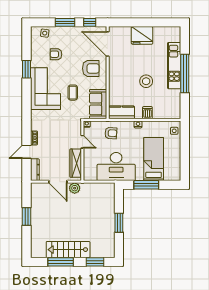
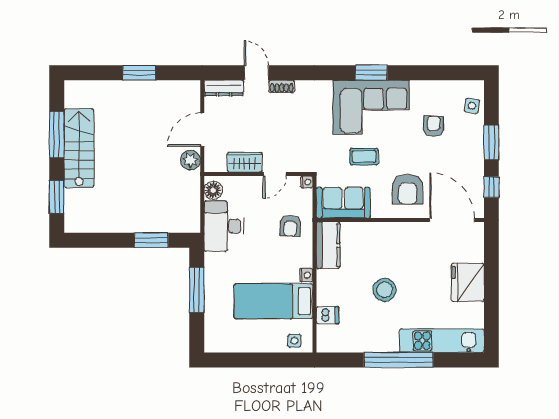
door: (108, 44) -> (452, 220), hinge flipped
kitchen unit: (174, 66) -> (442, 341), moved
window: (26, 69) -> (371, 73), moved
dishwasher: (147, 113) -> (328, 315), moved
bed: (154, 159) -> (273, 301), moved, turned 180
wardrobe: (76, 163) -> (245, 162), width x0.67
desk: (116, 166) -> (224, 226), width x0.73, depth x0.77
floor lamp: (91, 176) -> (213, 190), added
window: (119, 223) -> (151, 240), moved

